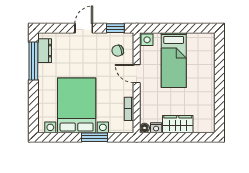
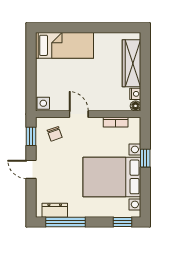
bed: (174, 60) -> (65, 45), moved
door: (137, 74) -> (79, 114), swing flipped
window: (33, 116) -> (122, 222), added
wardrobe: (178, 124) -> (131, 63), width x1.50
window: (95, 137) -> (145, 158), width x0.67

